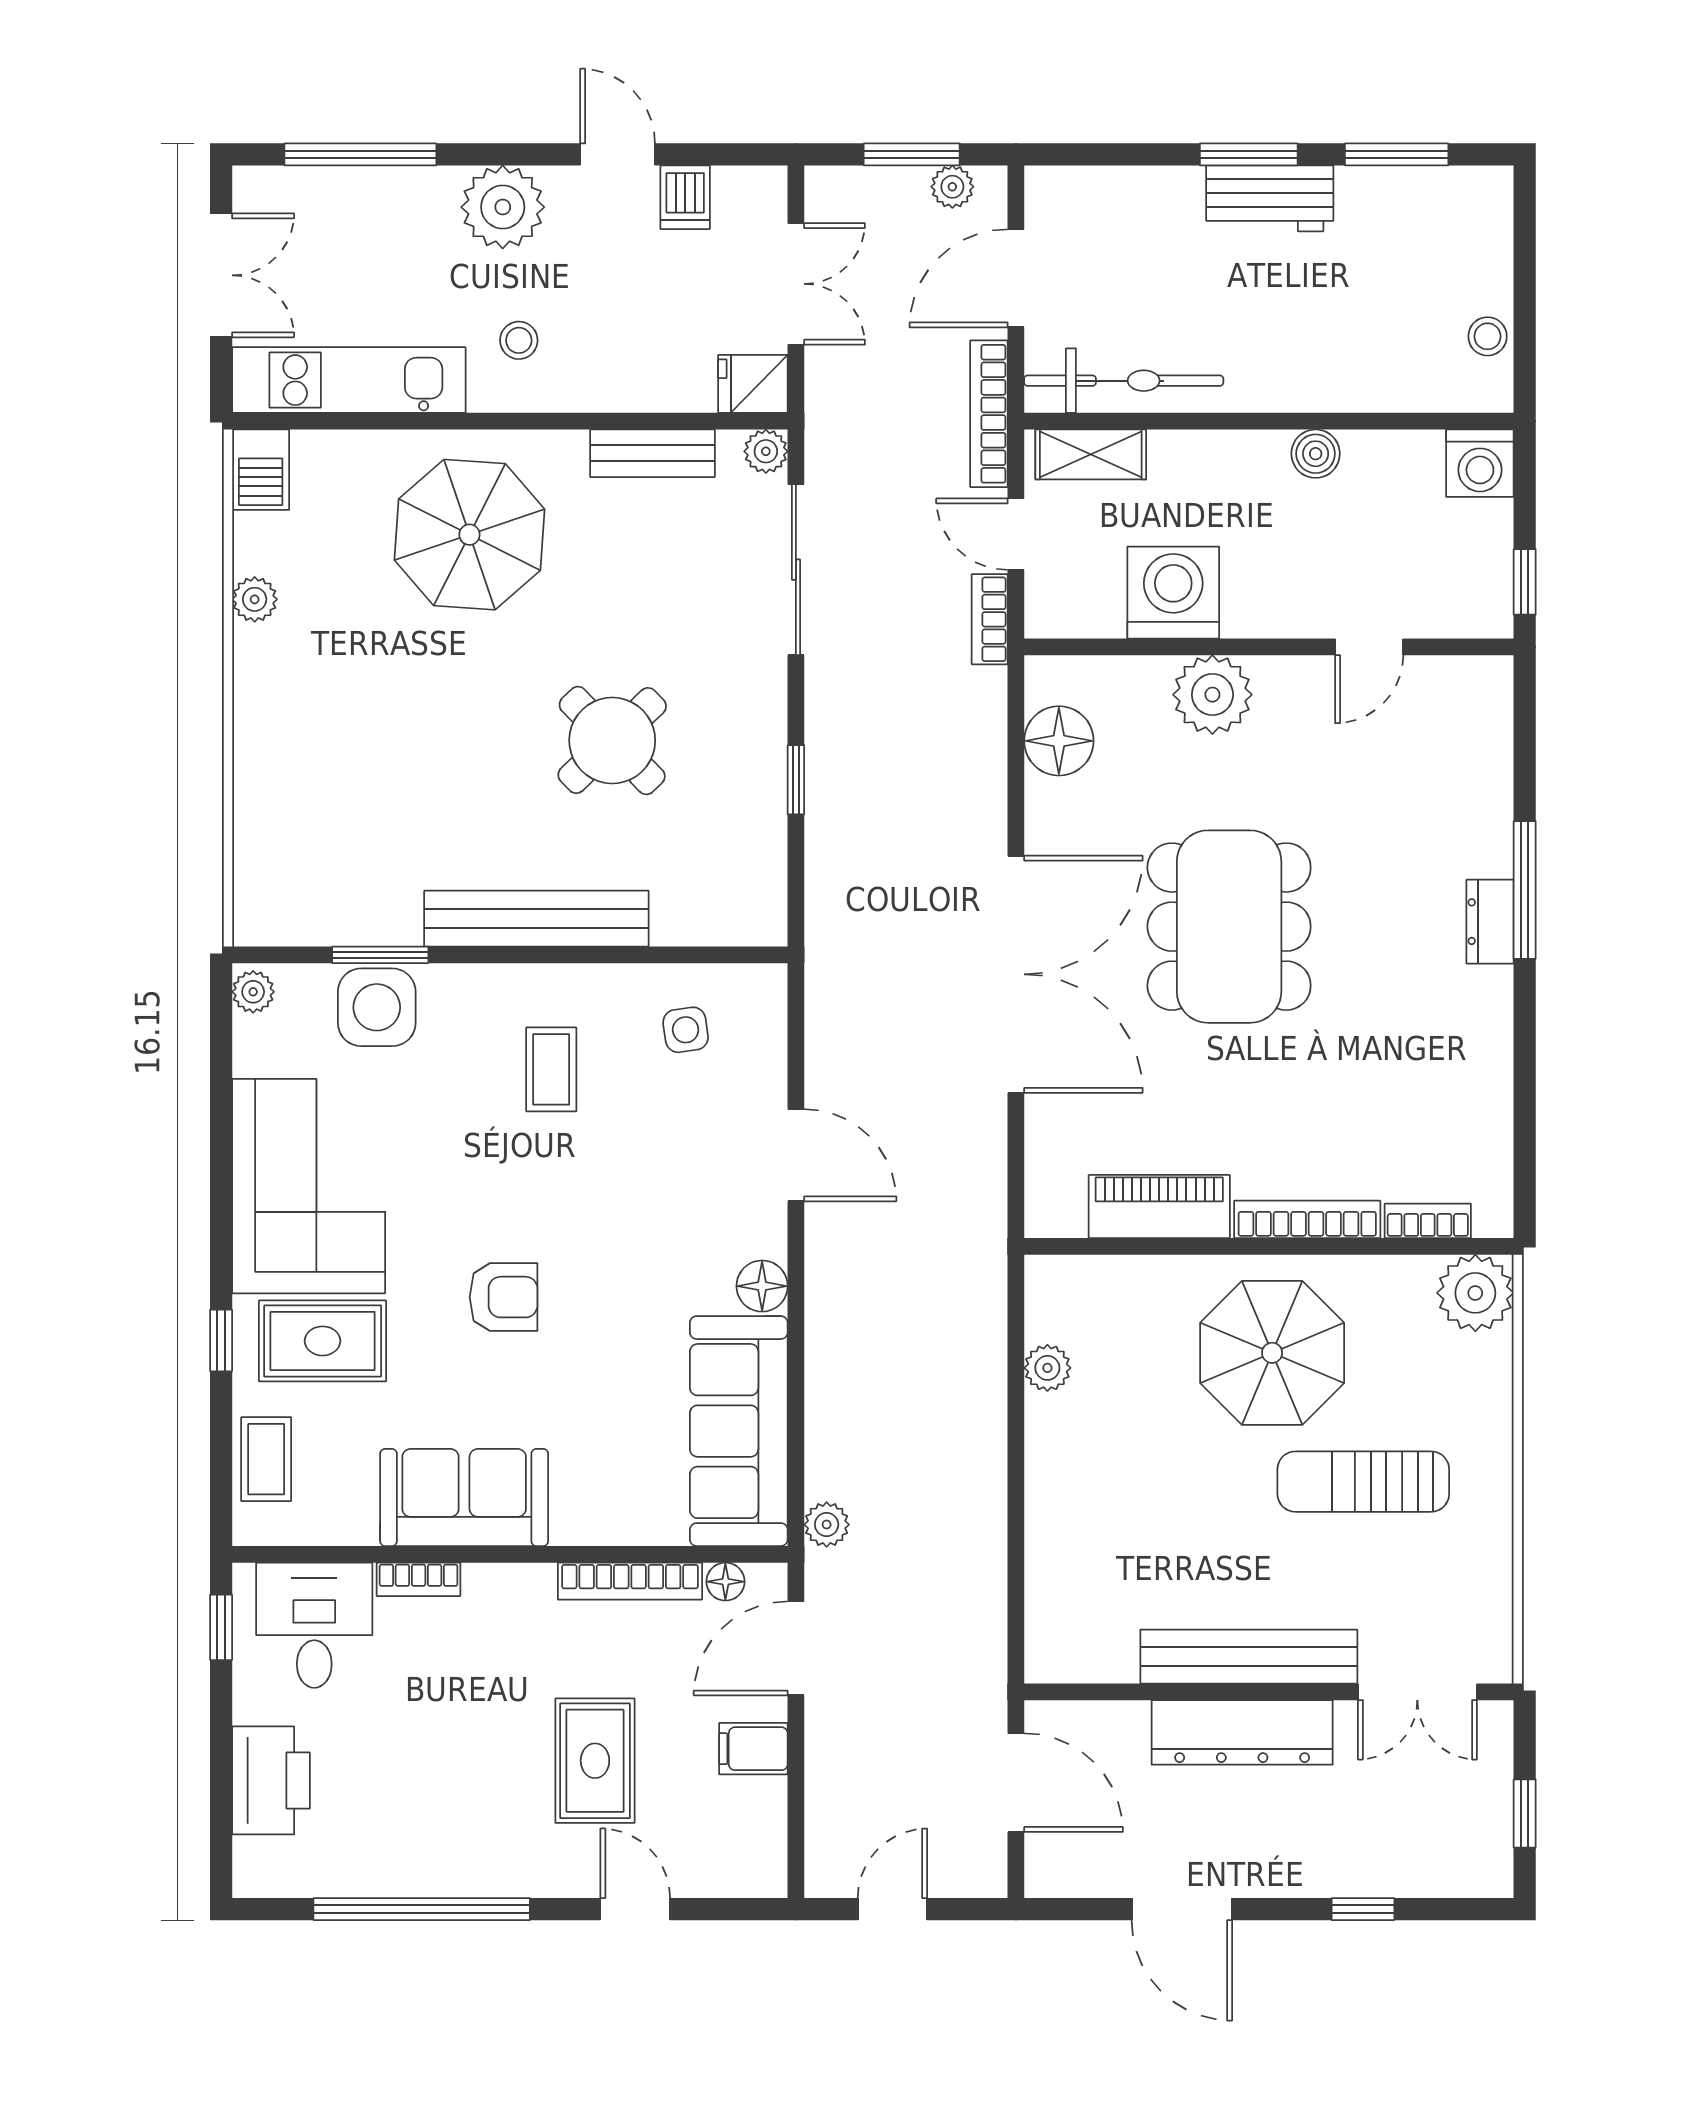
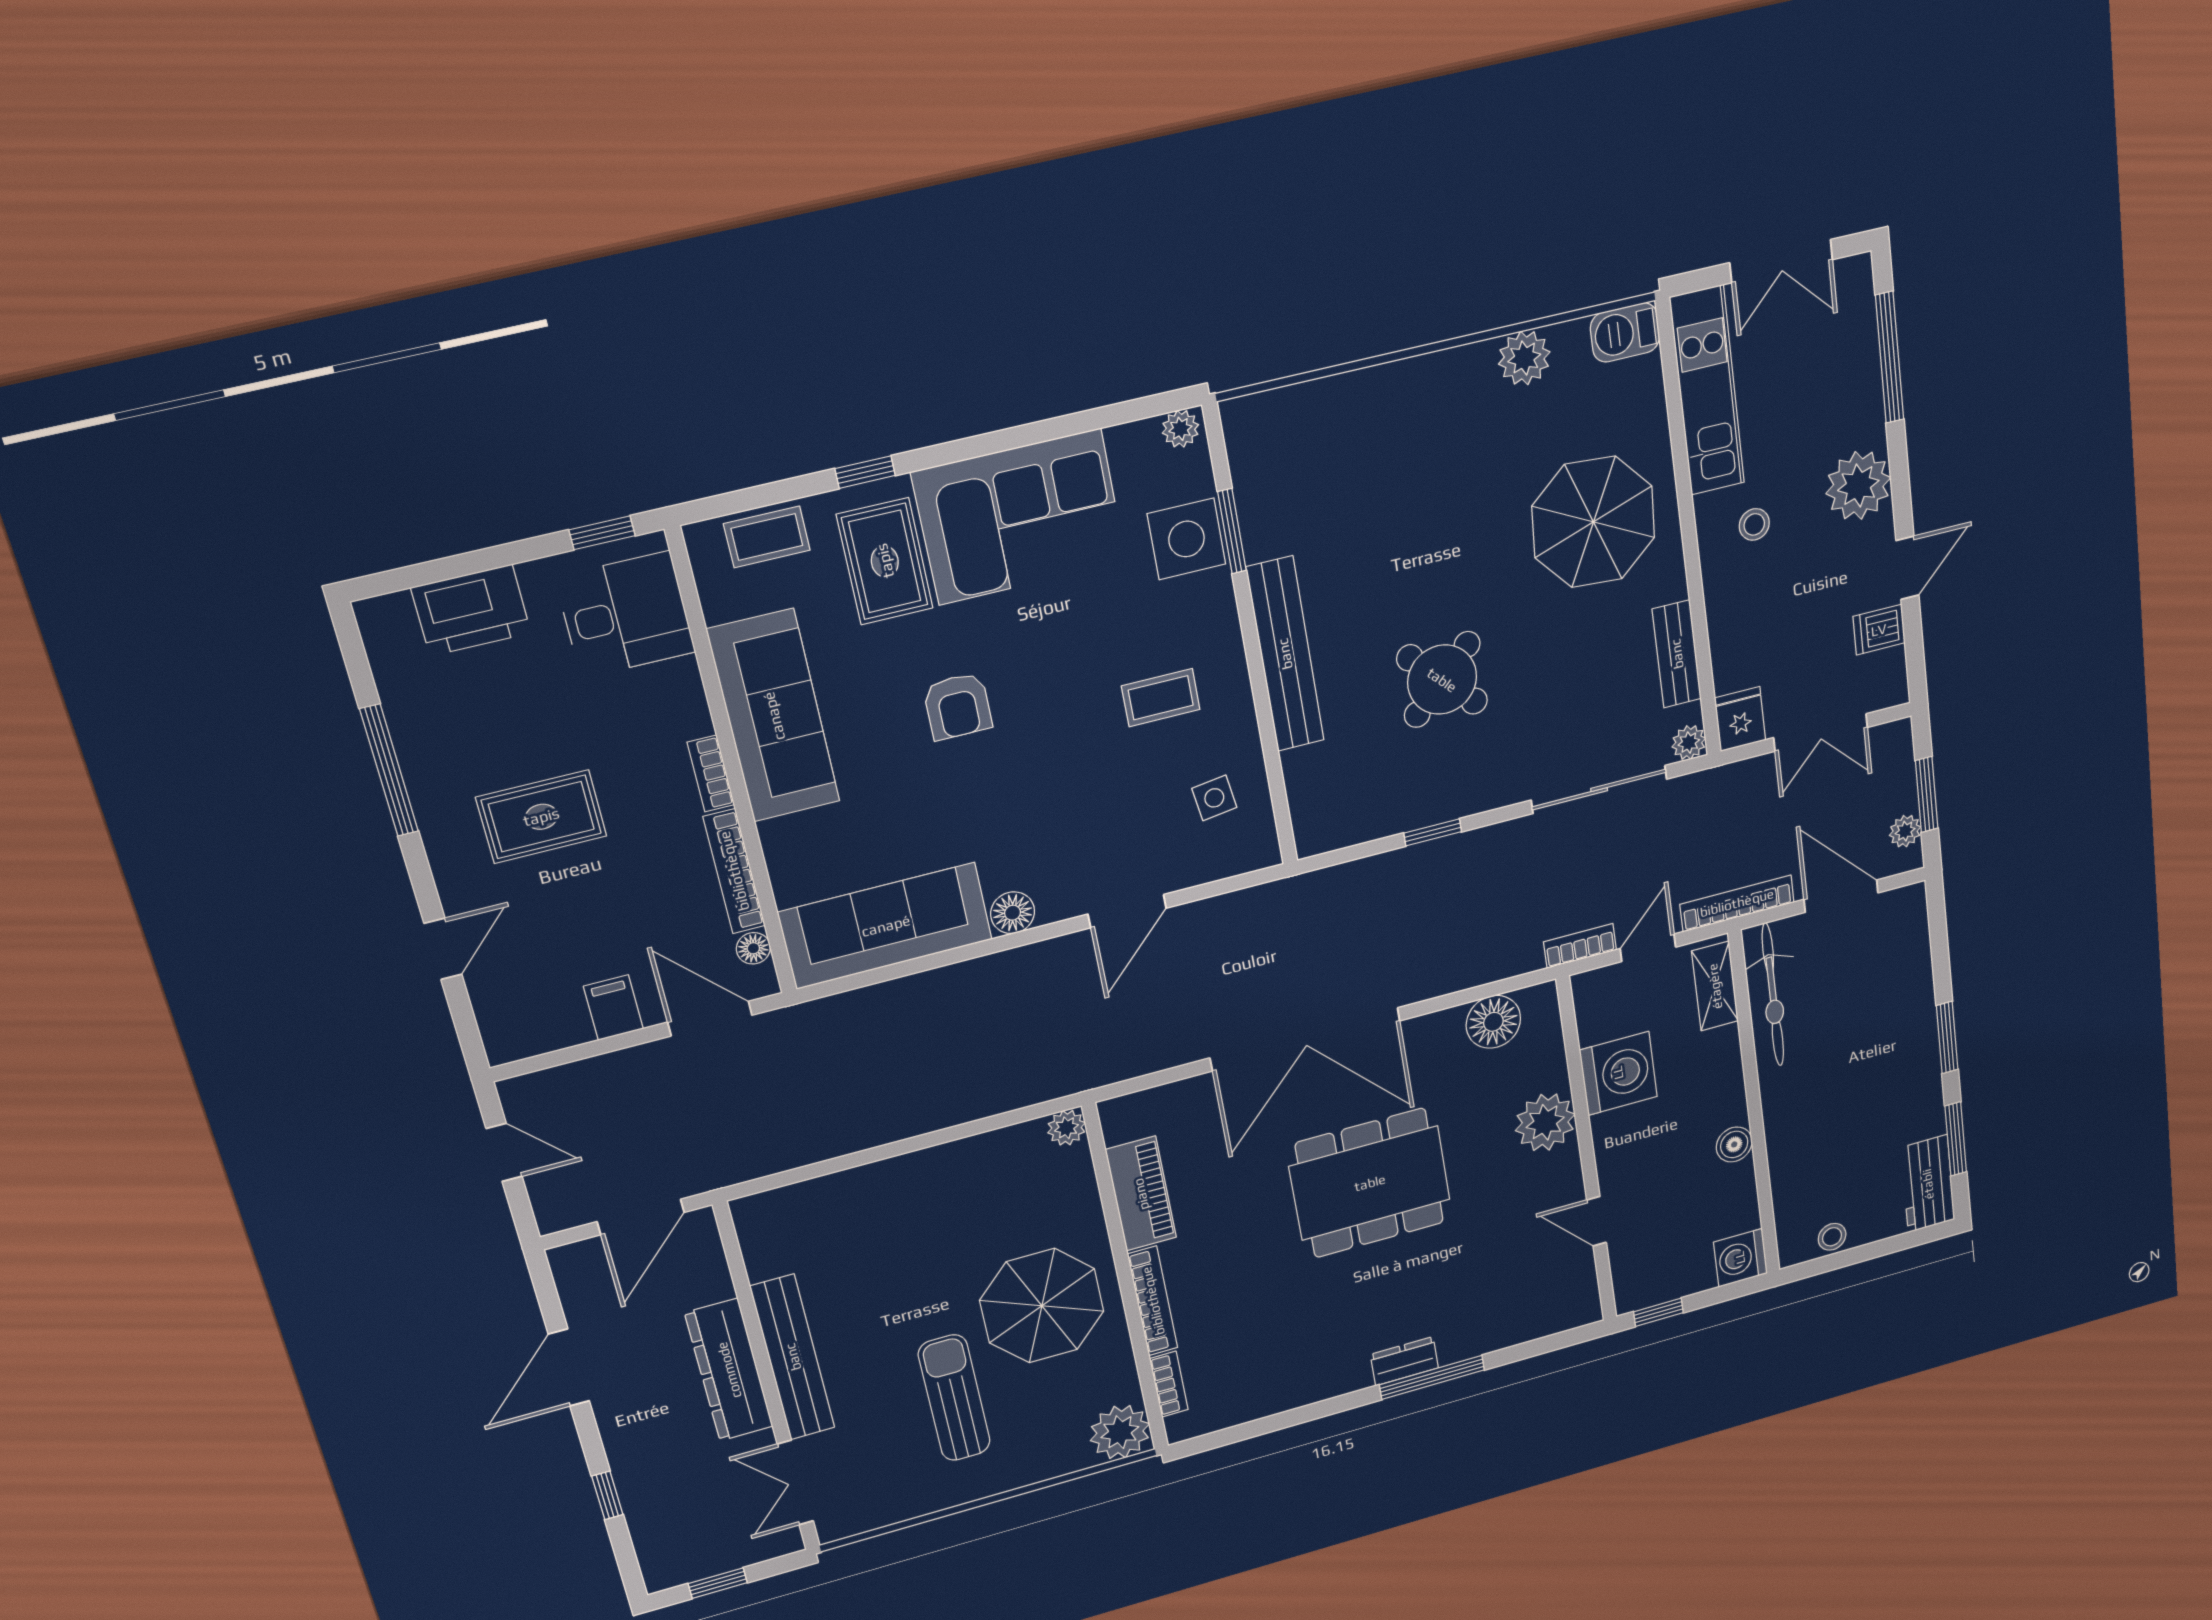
workbench: (1270, 198) -> (1928, 1184), moved
plant: (255, 599) -> (1524, 358), width x1.38, depth x1.38
plant: (1047, 1368) -> (1066, 1128), moved
sofa: (464, 1497) -> (774, 716), width x1.36
plant: (827, 1525) -> (822, 1015), removed
bookcase: (419, 1579) -> (711, 774), moved
rug: (595, 1761) -> (541, 817), moved
window: (422, 1909) -> (389, 770), width x0.68

